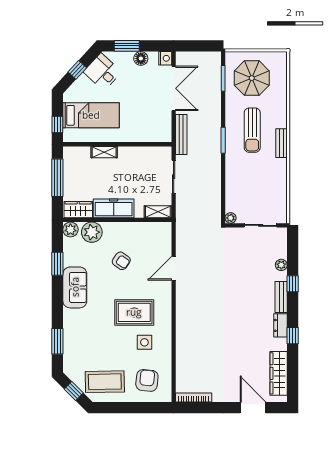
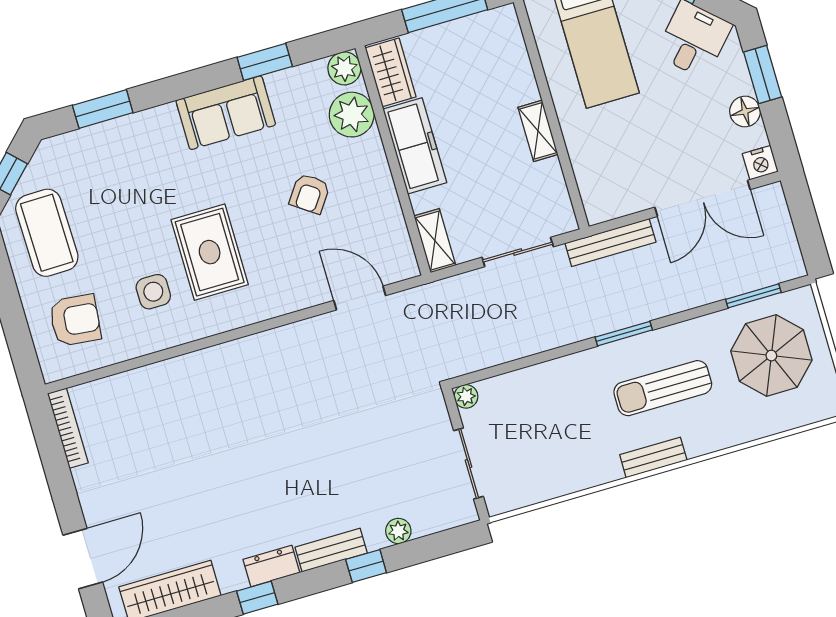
shelving: (104, 152) -> (538, 131), moved
door: (174, 268) -> (360, 298), moved

